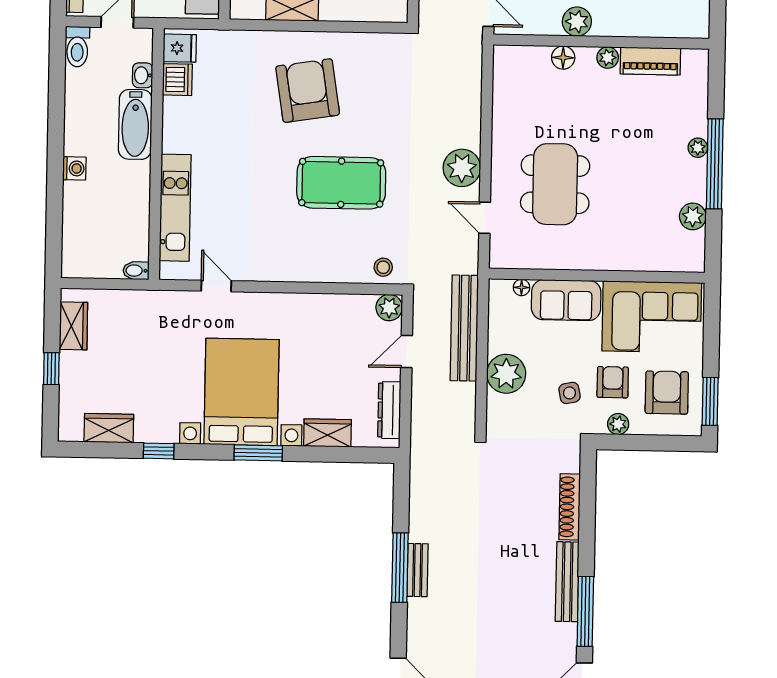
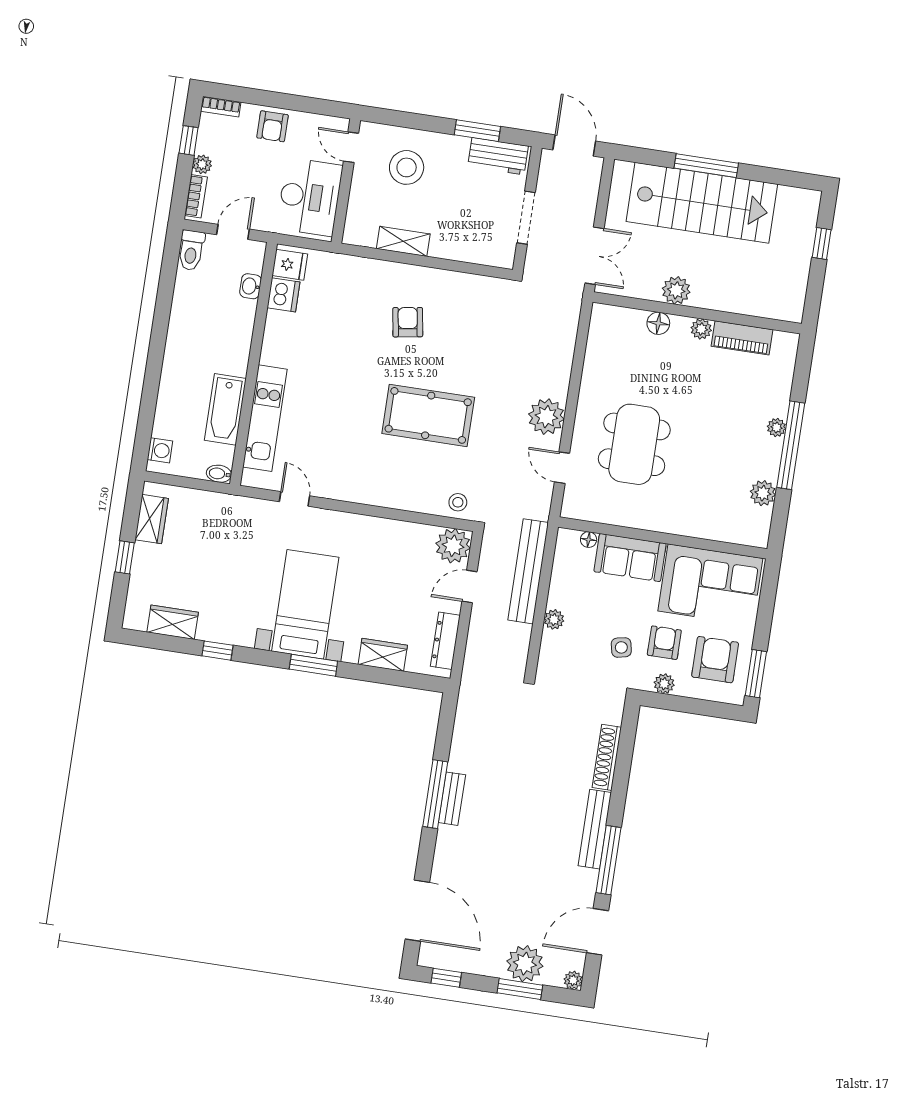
armchair: (308, 91) -> (408, 322), width x0.53, depth x0.53
bathtub: (135, 124) -> (225, 409), moved
washing machine: (74, 168) -> (160, 450), moved
plant: (389, 308) -> (453, 546), width x1.36, depth x1.36
plant: (506, 374) -> (554, 619), width x0.53, depth x0.53
bed with nightstands: (242, 392) -> (305, 604), width x0.73

